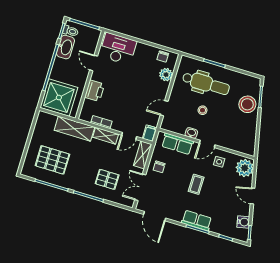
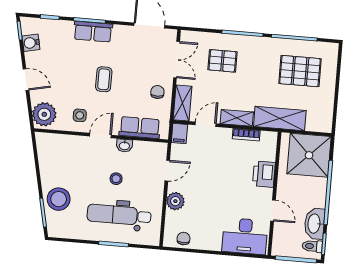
plant: (166, 75) -> (175, 201), moved

